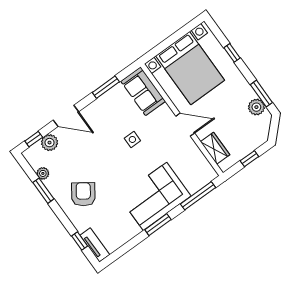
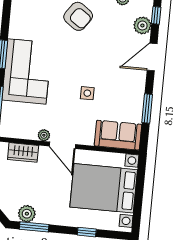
door: (185, 125) -> (62, 145), hinge flipped
plant: (190, 144) -> (44, 135), added

